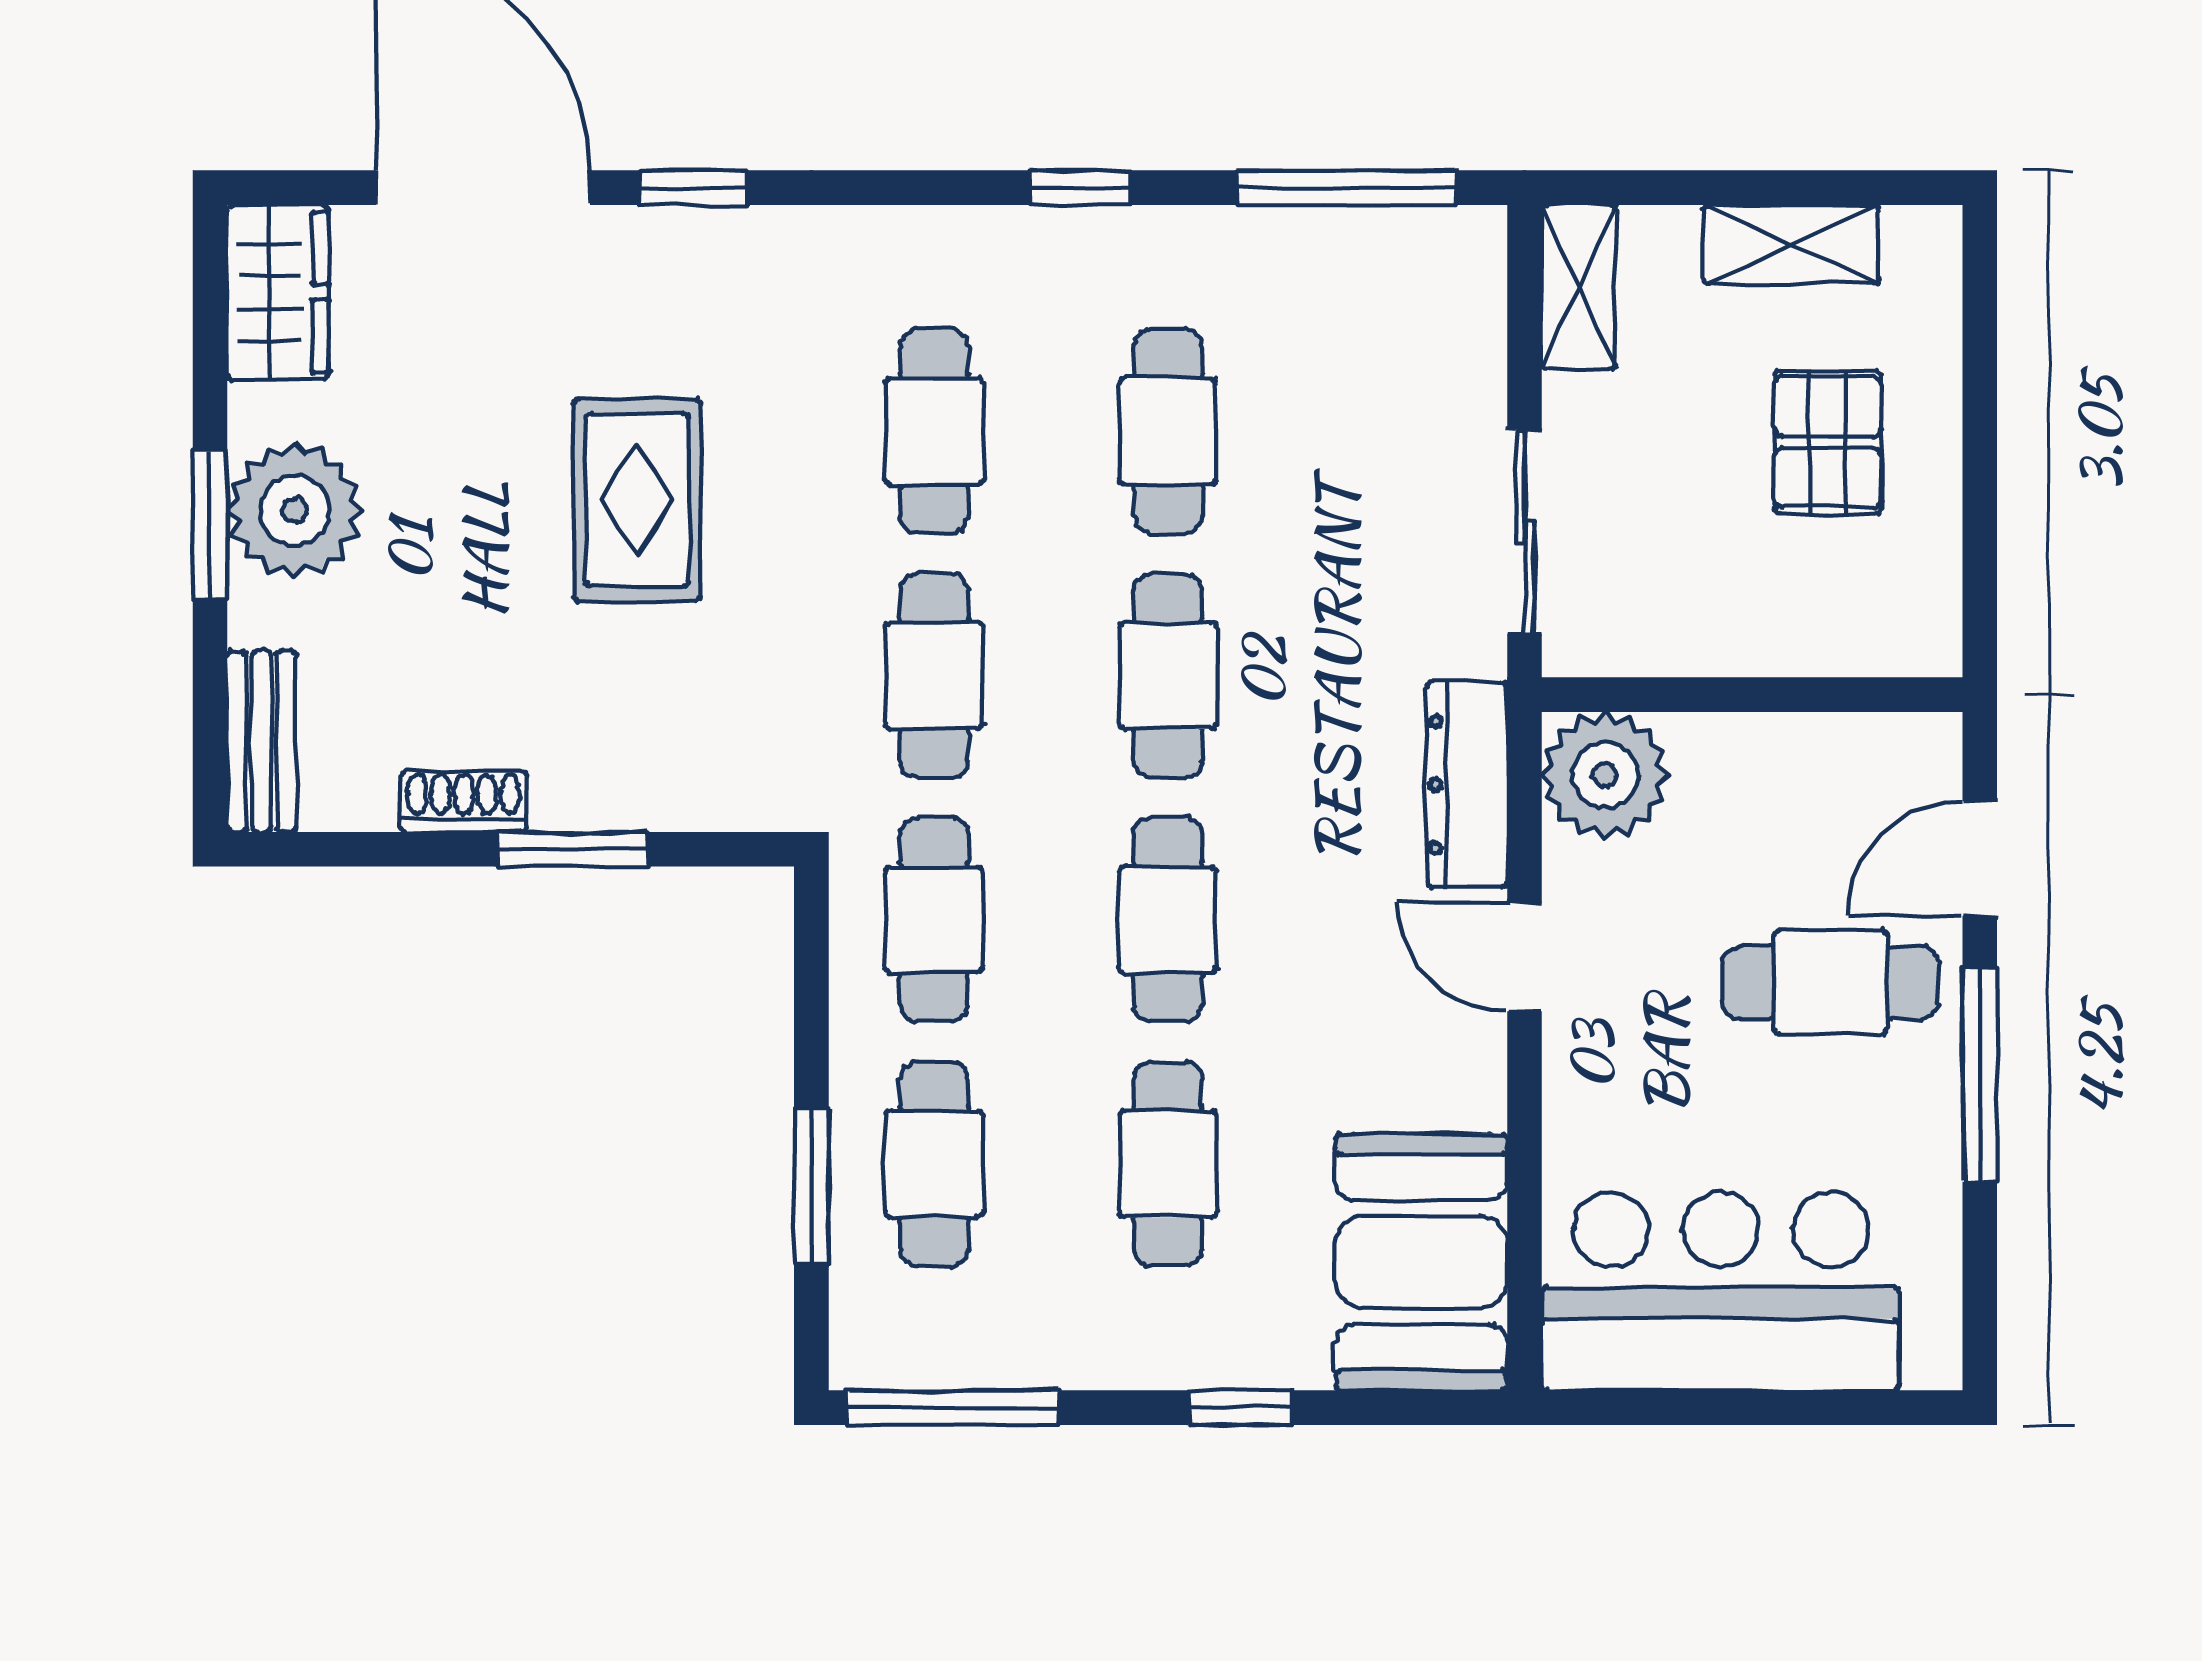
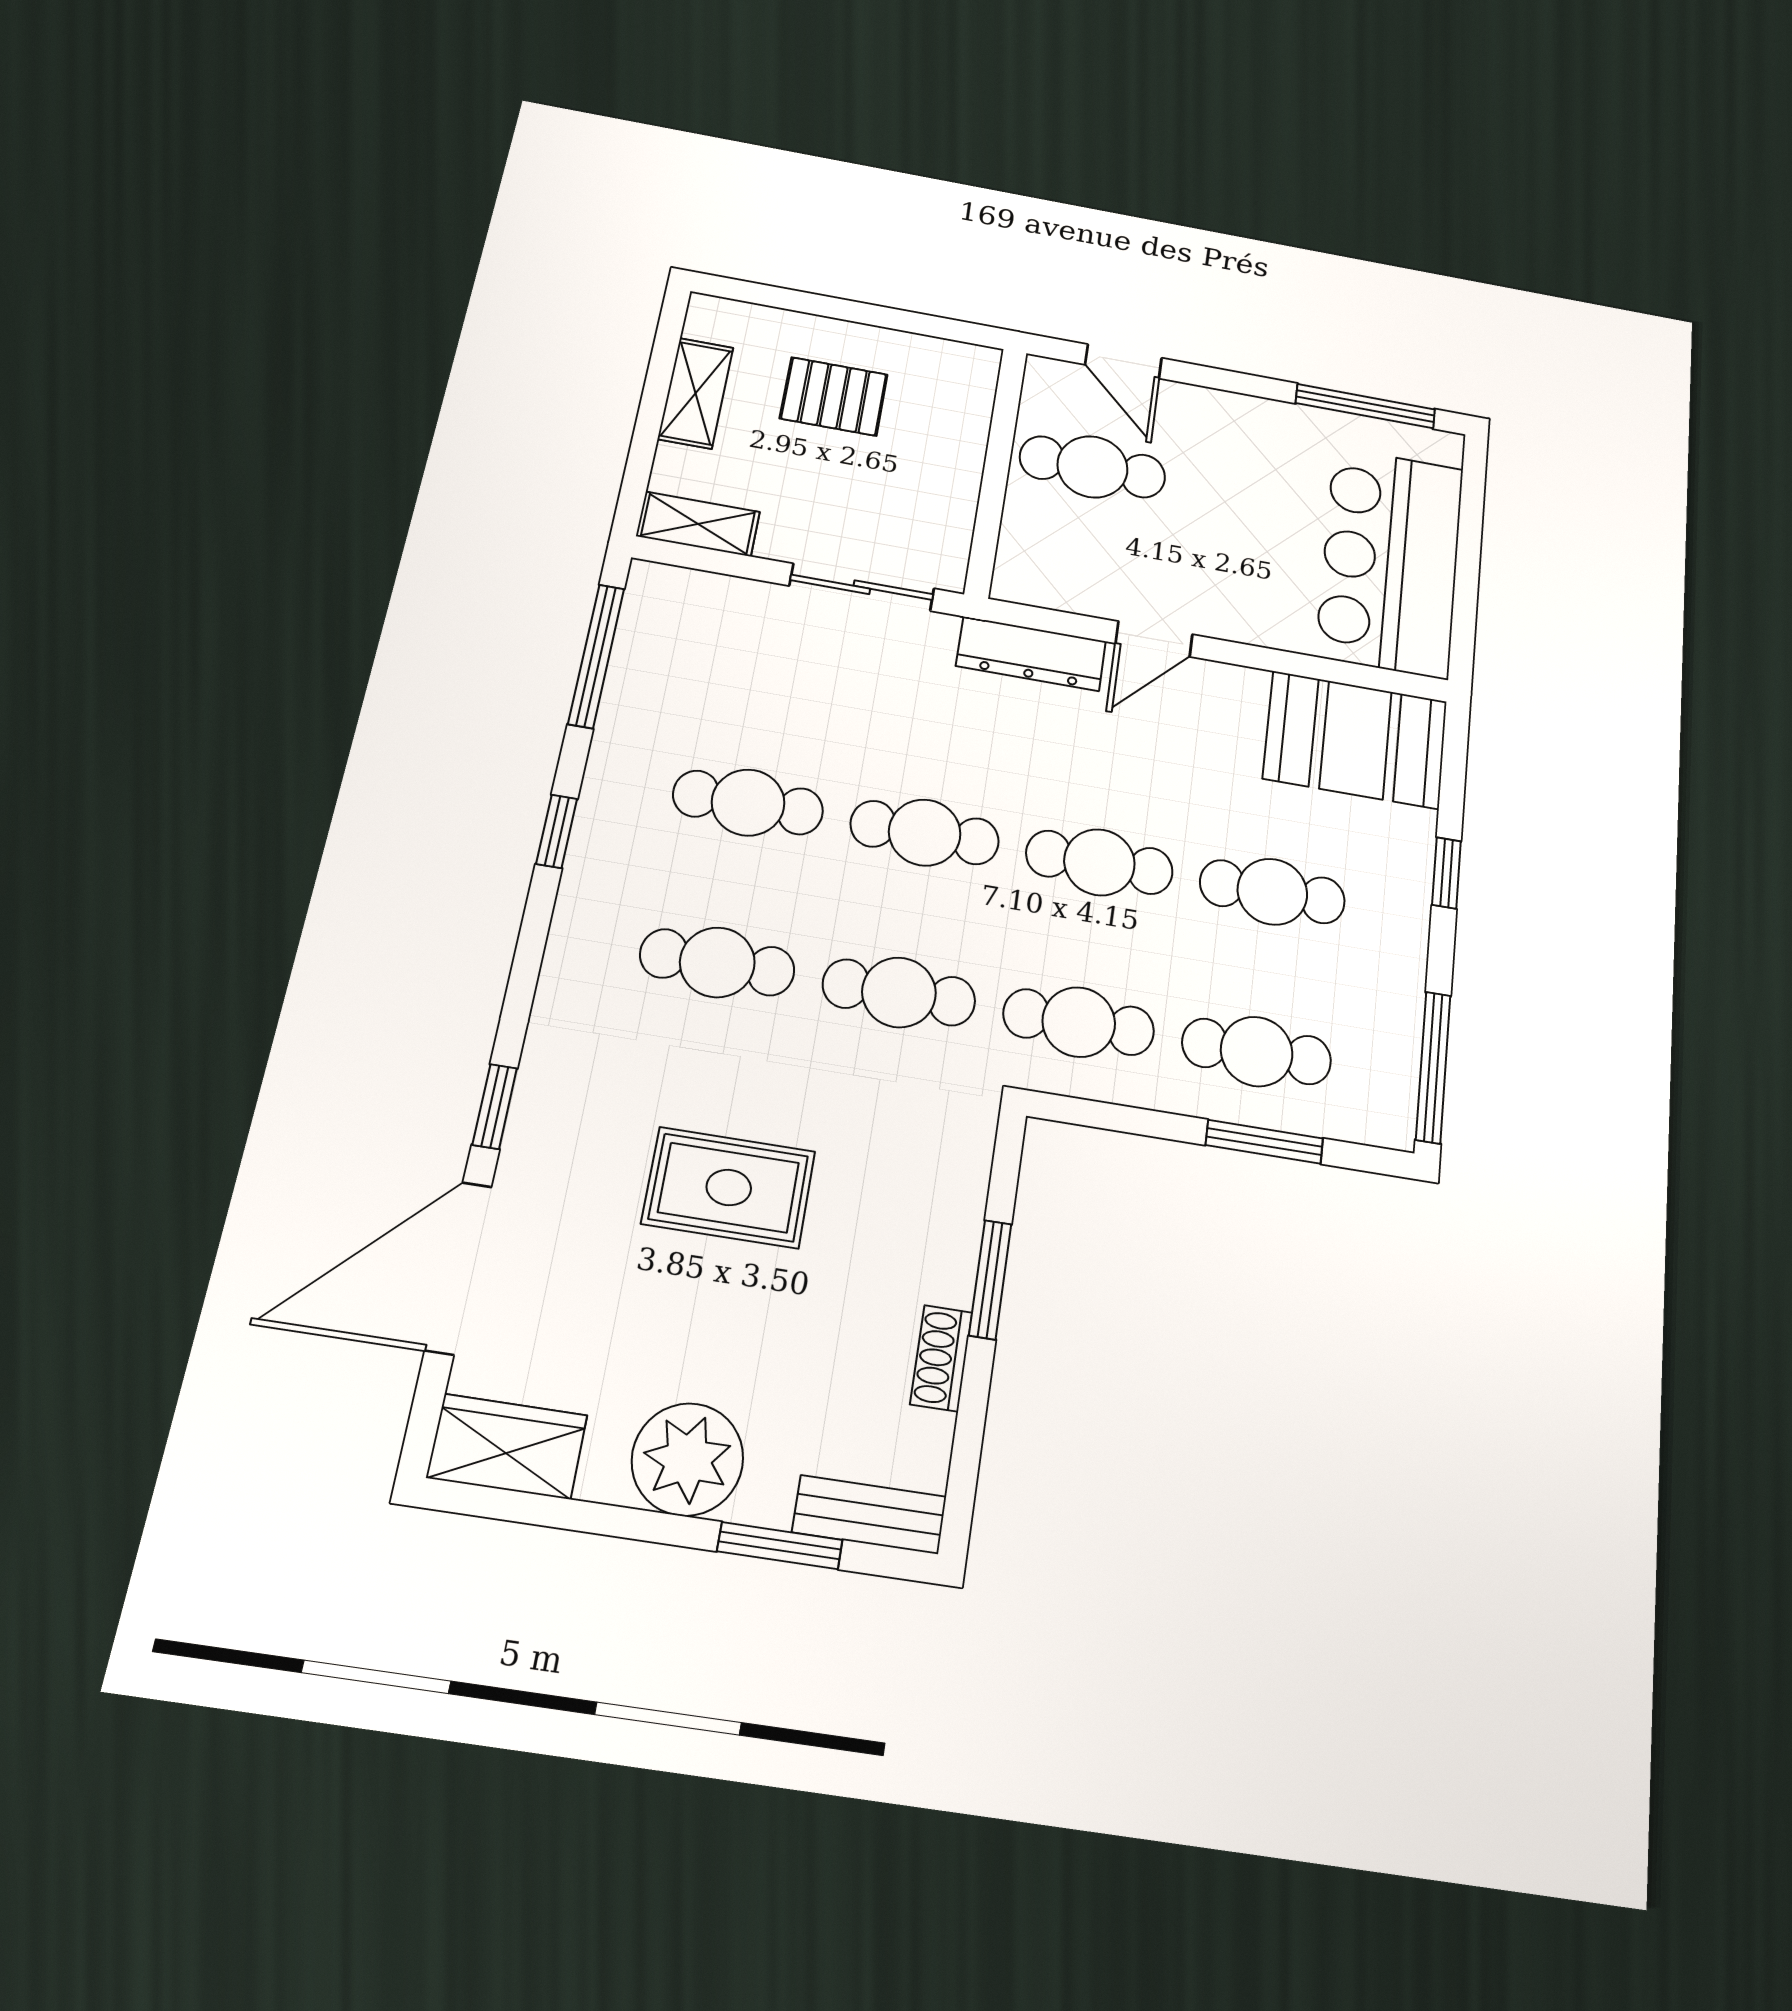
window: (210, 525) -> (780, 1546), moved
plant: (1605, 775) -> (1037, 568), removed
cafe table: (1831, 983) -> (1092, 467), moved, turned 90
window: (1980, 1075) -> (1365, 406), moved

